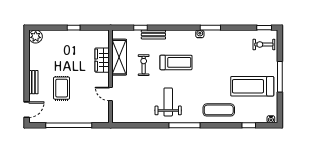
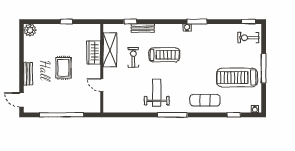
rug: (62, 88) -> (63, 68), moved
door: (27, 110) -> (21, 100), swing flipped

